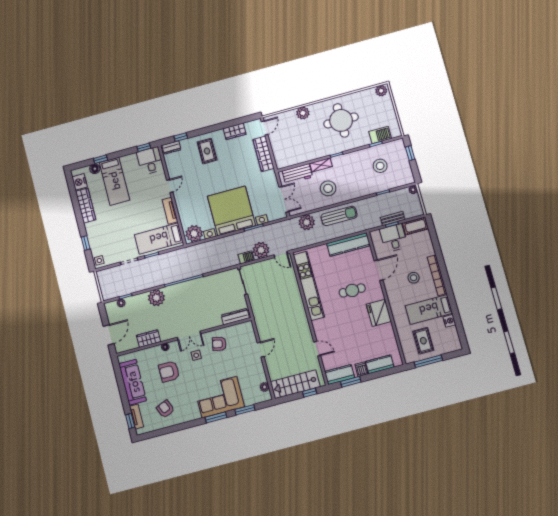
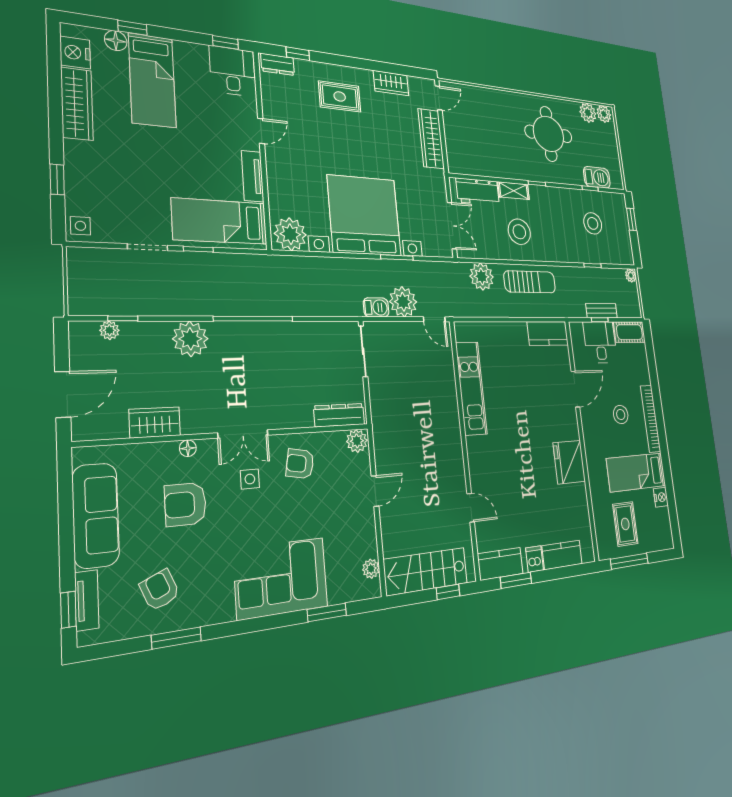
plant: (303, 113) -> (588, 113), moved
rug: (207, 151) -> (340, 96), turned 90
kitchen counter: (348, 244) -> (548, 333), width x0.67
kitchen unit: (309, 286) -> (471, 388), width x0.73
cafe table: (352, 290) -> (535, 414), removed
plant: (247, 327) -> (357, 441), added
window: (216, 417) -> (176, 638), moved

